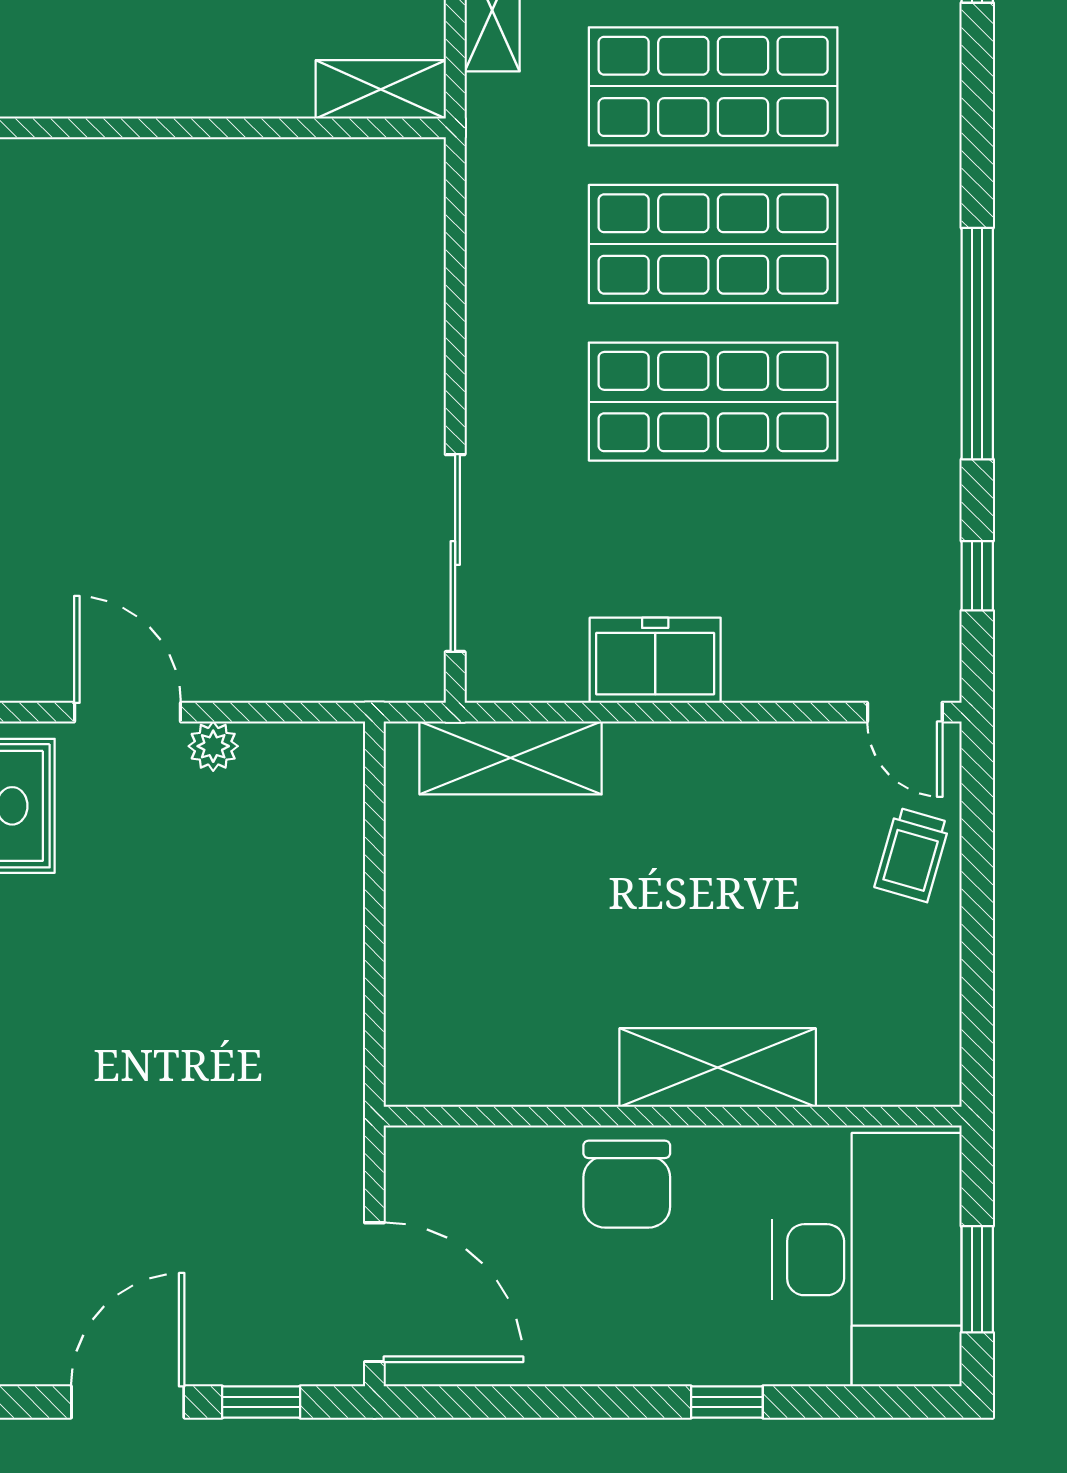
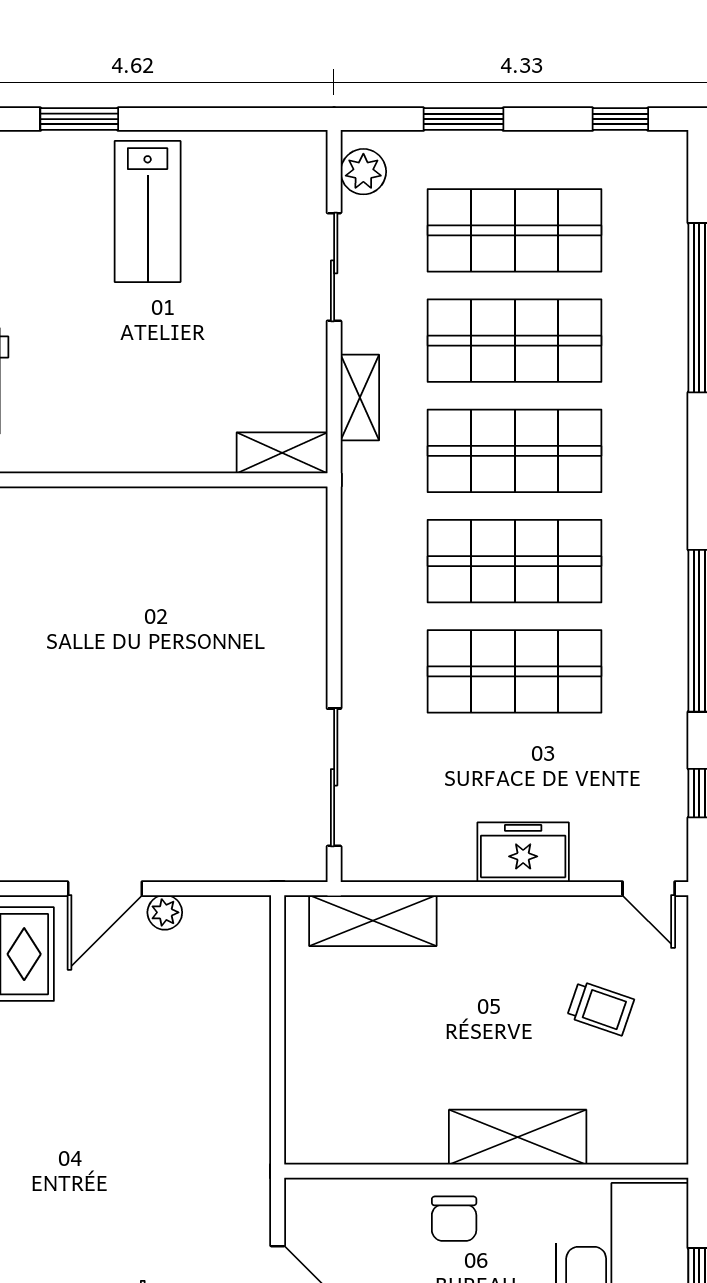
freezer: (655, 660) -> (523, 852), moved
door: (128, 712) -> (105, 889), swing flipped
trolley: (912, 855) -> (600, 1008), moved, turned -87
chair: (627, 1184) -> (454, 1219), width x0.73, depth x0.73

